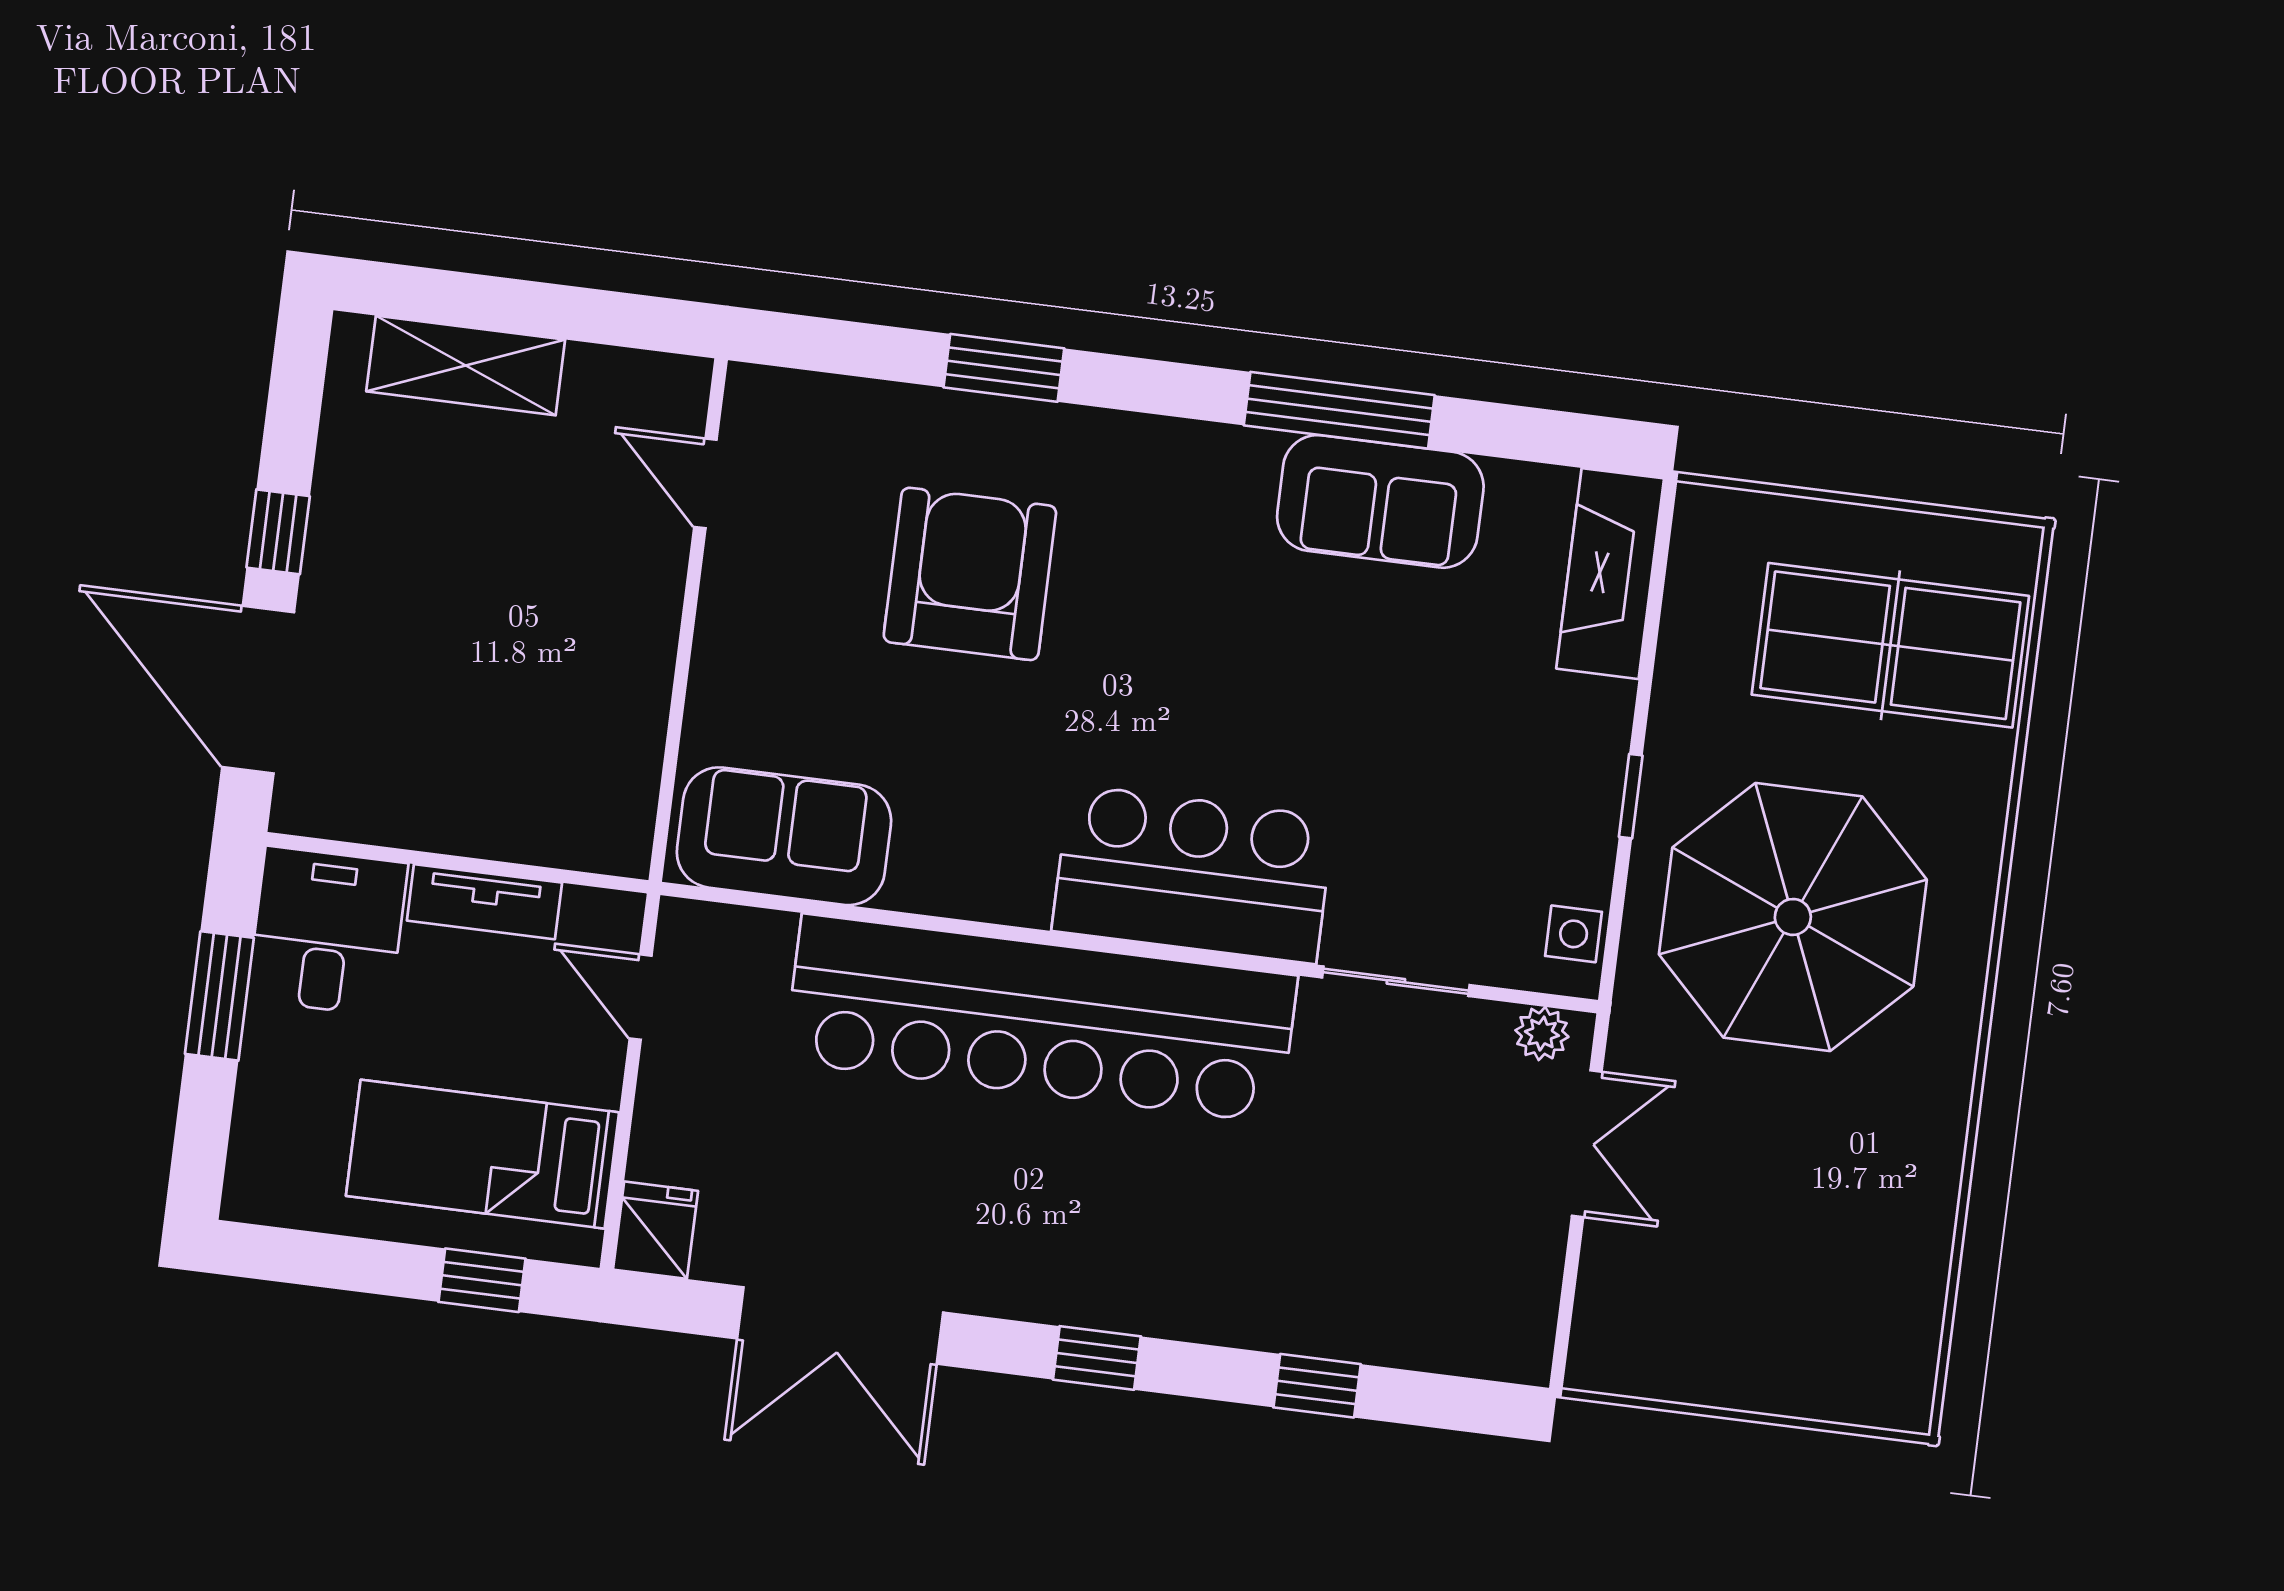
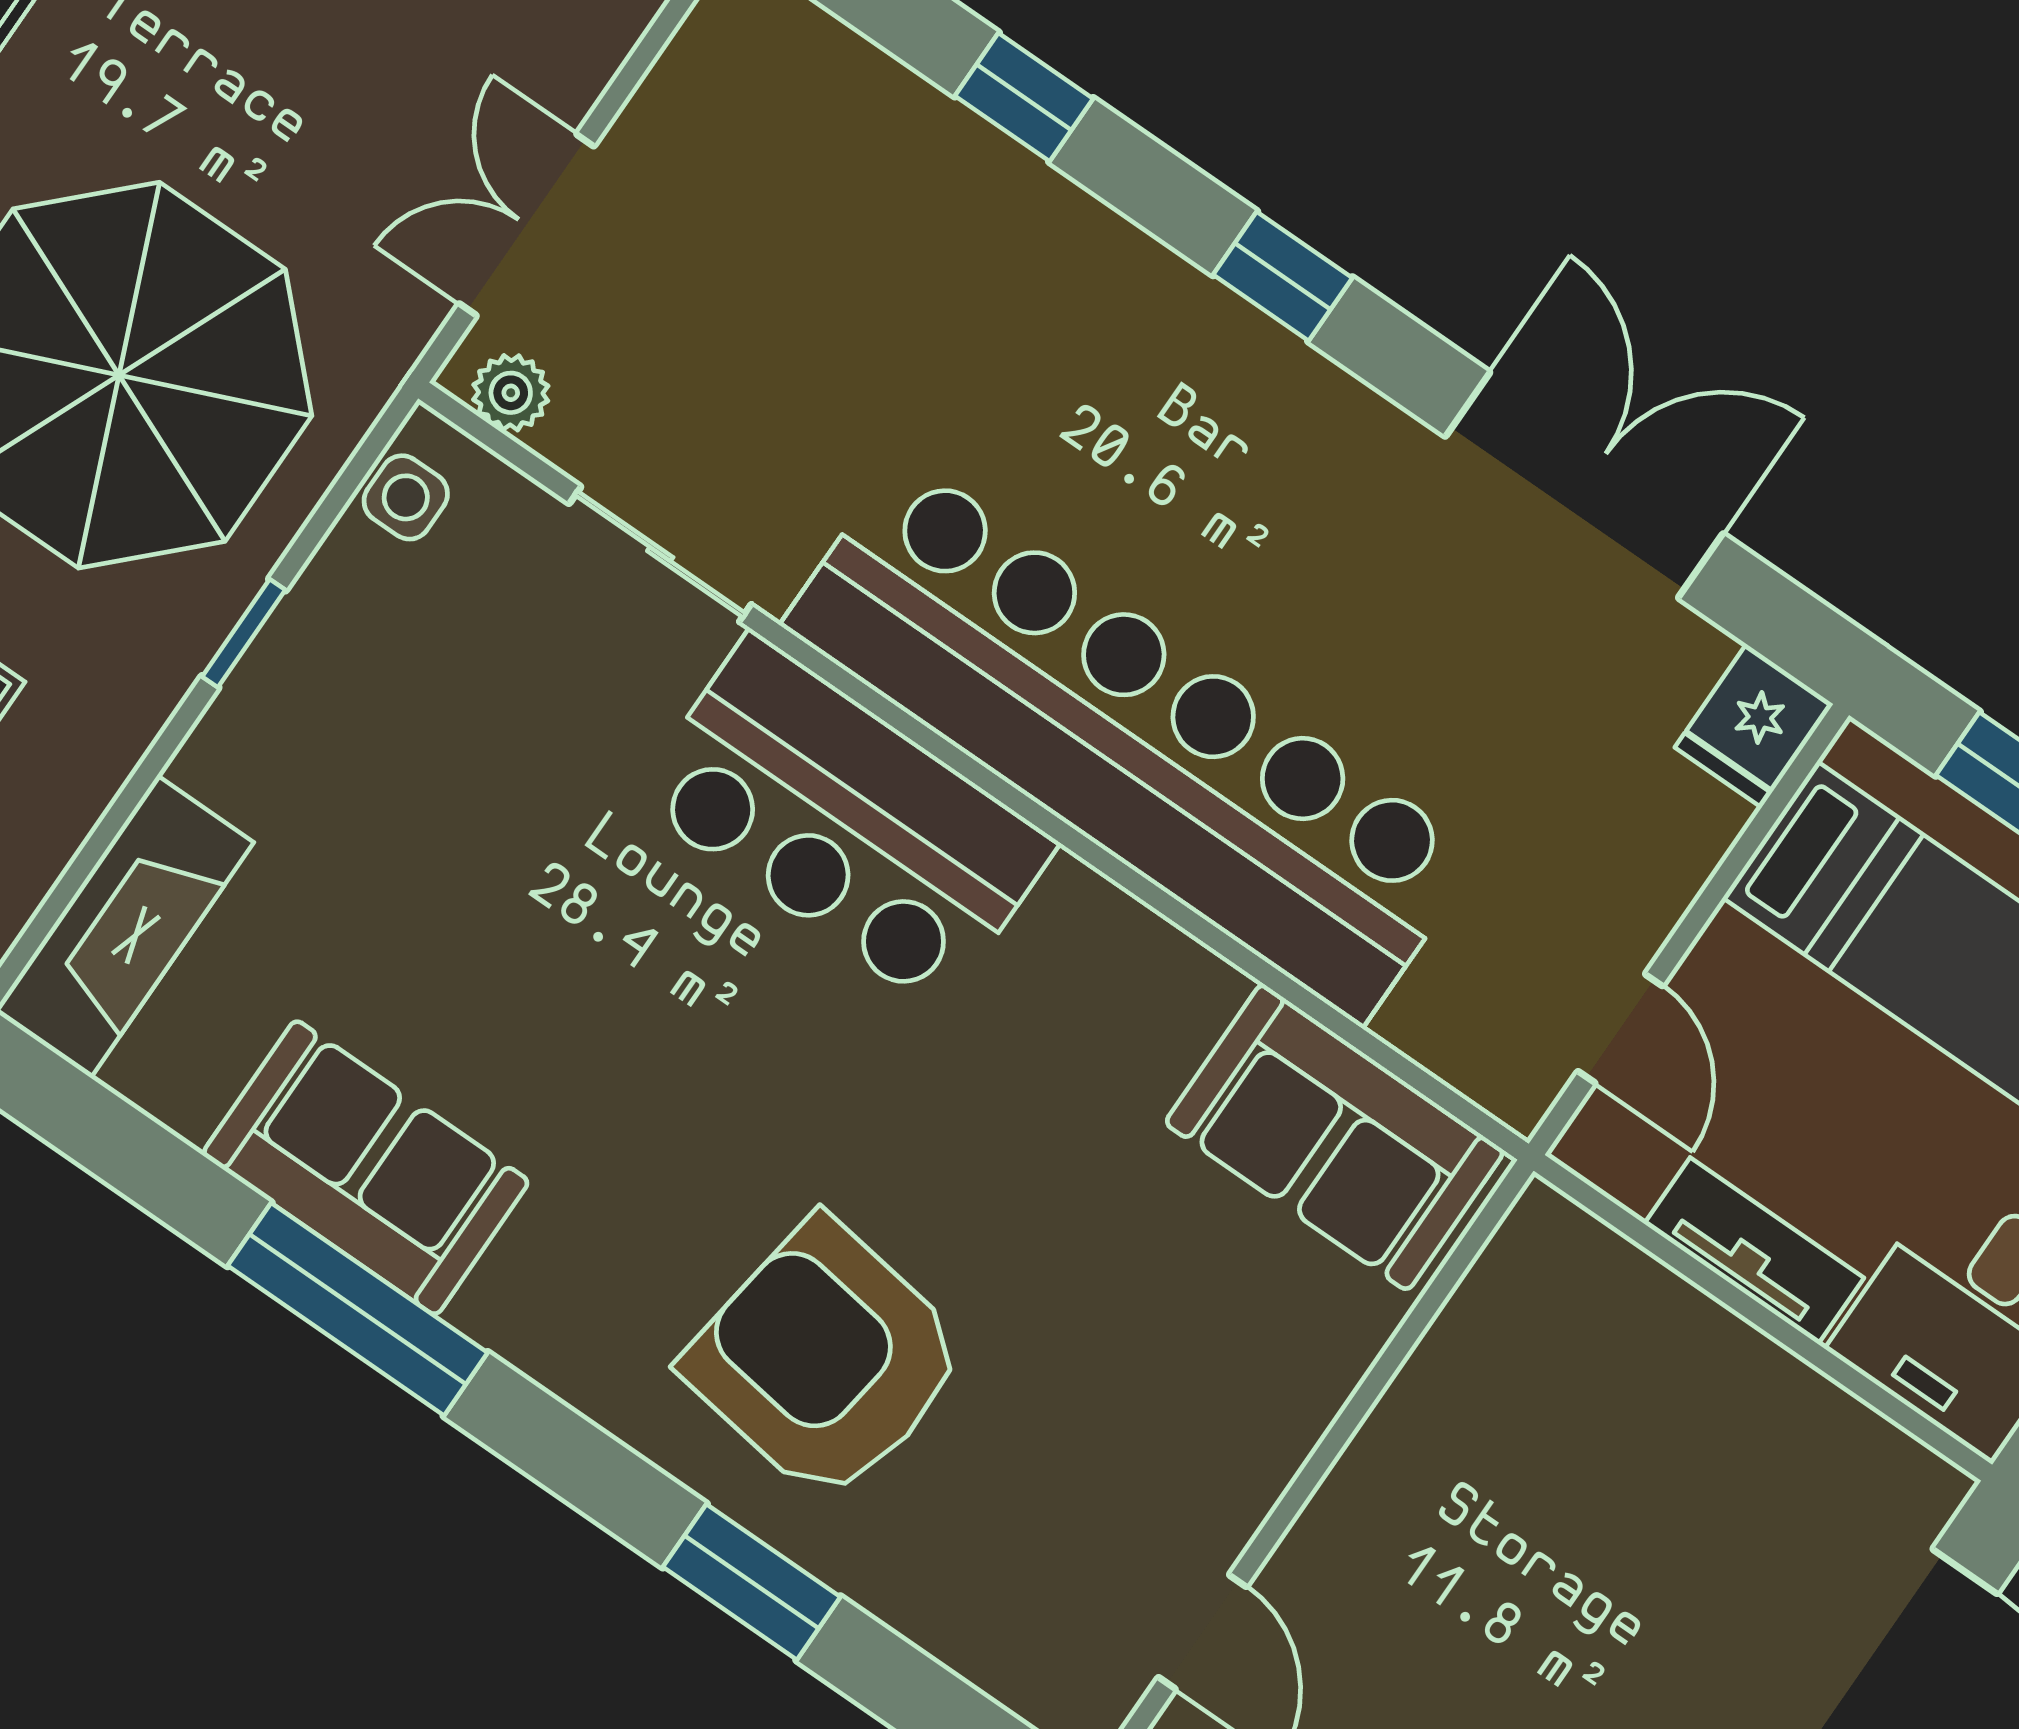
armchair: (970, 574) -> (826, 1361), moved, turned 98

